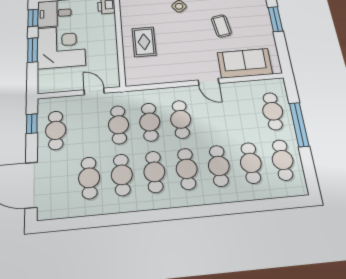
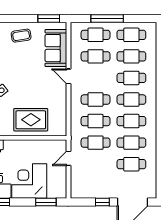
window: (275, 19) -> (49, 19), moved
coffee table: (221, 26) -> (21, 36), moved
rug: (144, 42) -> (31, 120), width x1.36, depth x1.43
window: (33, 50) -> (46, 202), moved
door: (209, 82) -> (68, 76), swing flipped
window: (32, 124) -> (102, 202), moved
cafe table: (56, 130) -> (96, 56), moved

